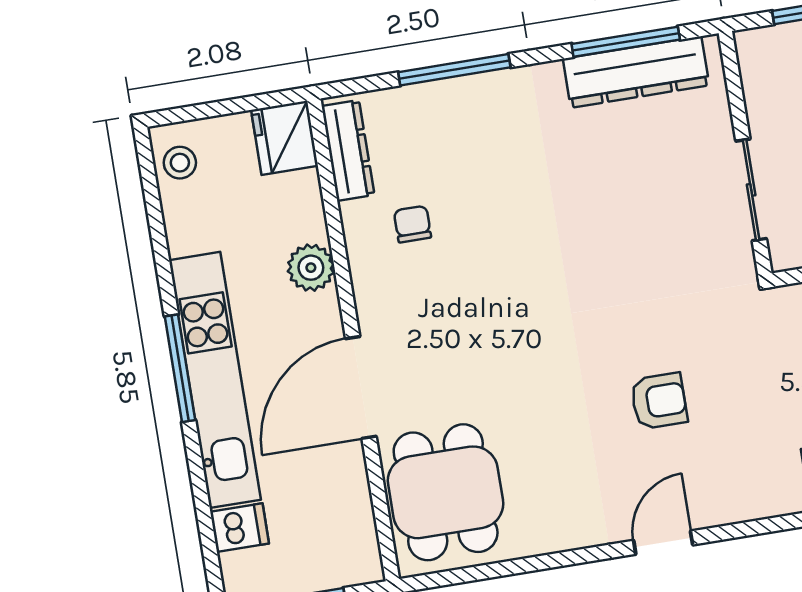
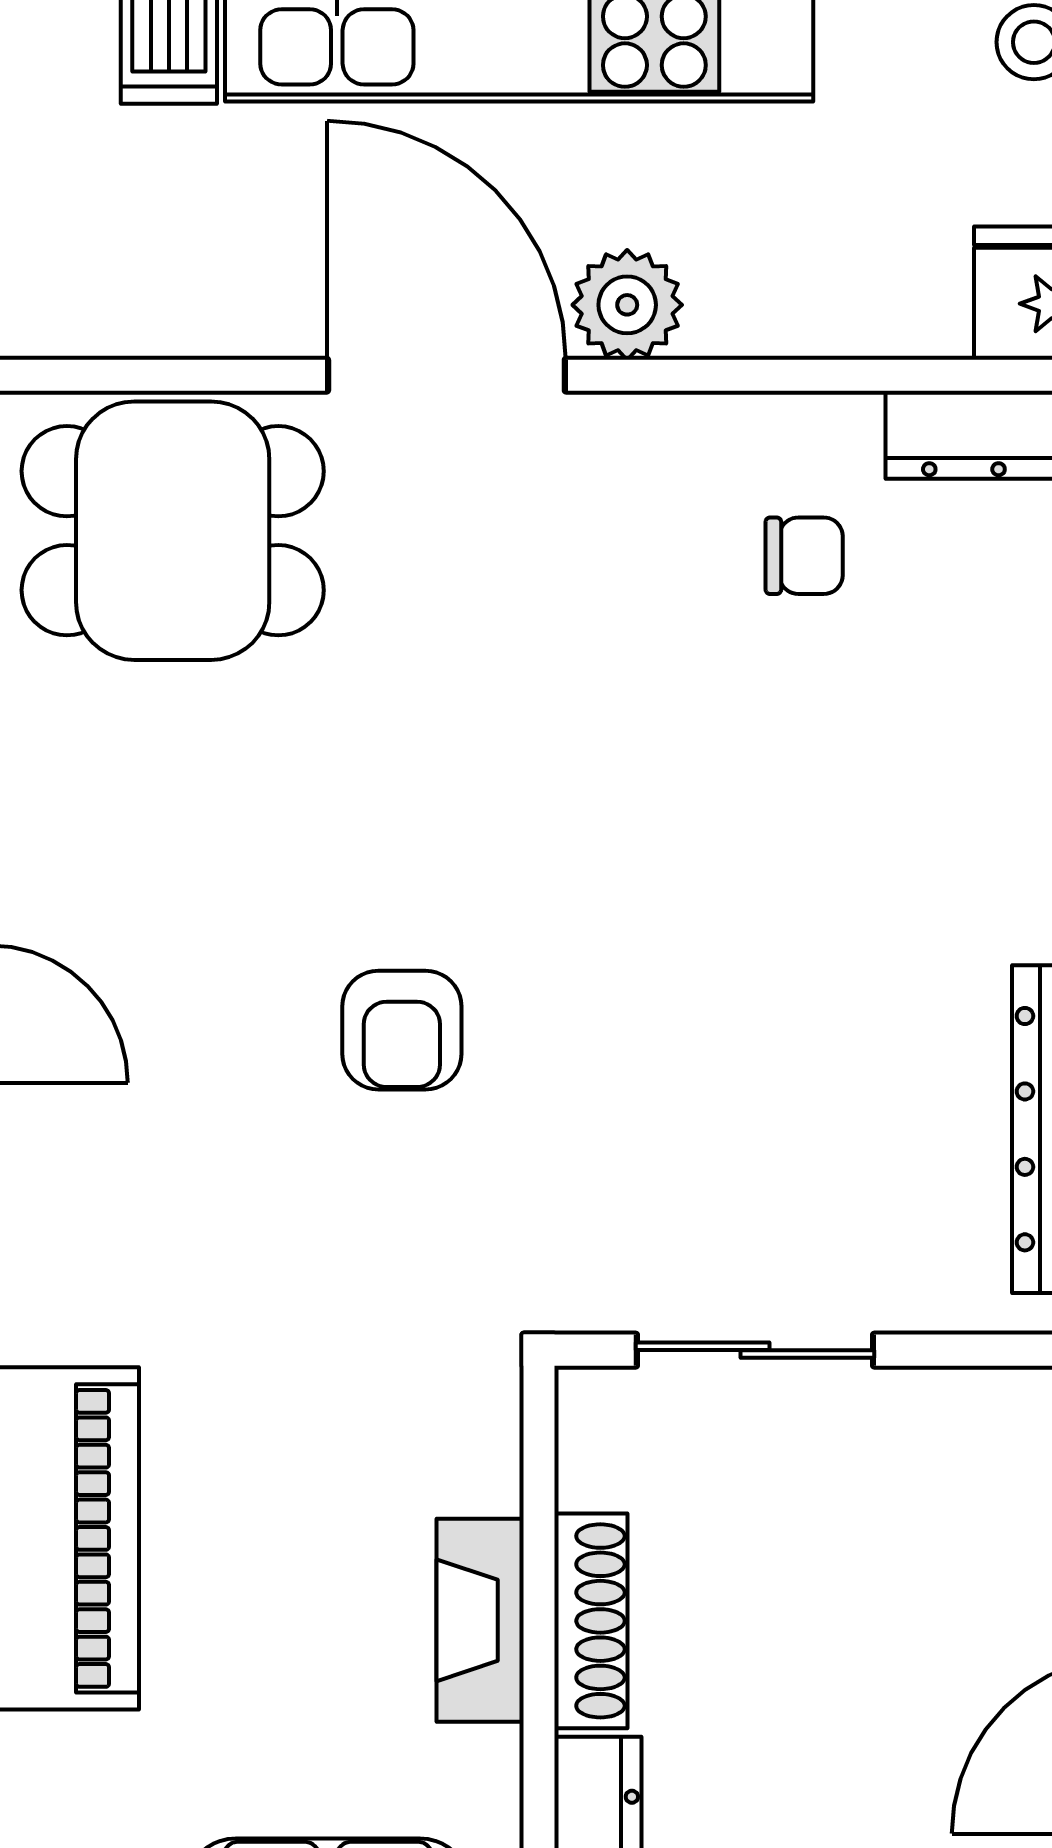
plant: (311, 268) -> (627, 305), moved
armchair: (659, 401) -> (402, 1030), moved

